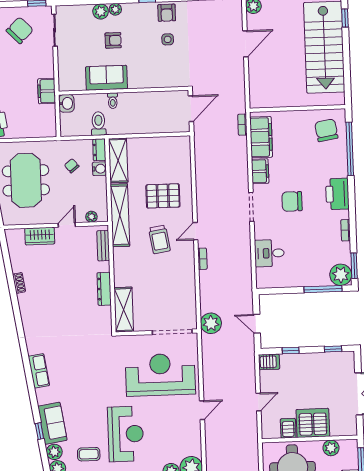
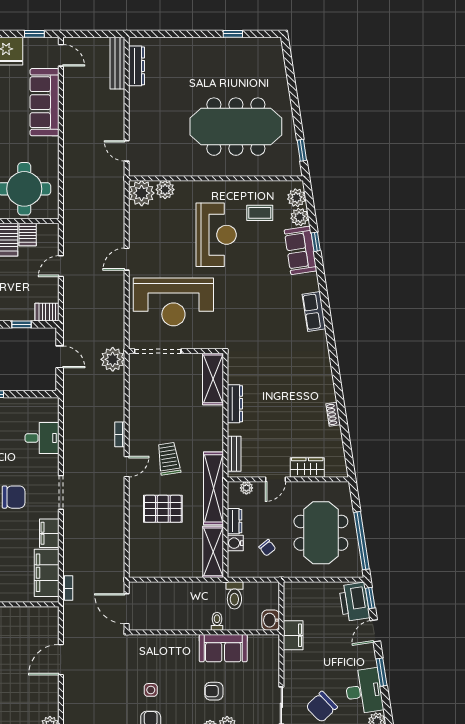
door: (245, 44) -> (61, 660), moved
door: (191, 109) -> (127, 609), hinge flipped
dresser: (99, 150) -> (235, 521), moved
reception desk: (126, 434) -> (216, 235), turned 180

